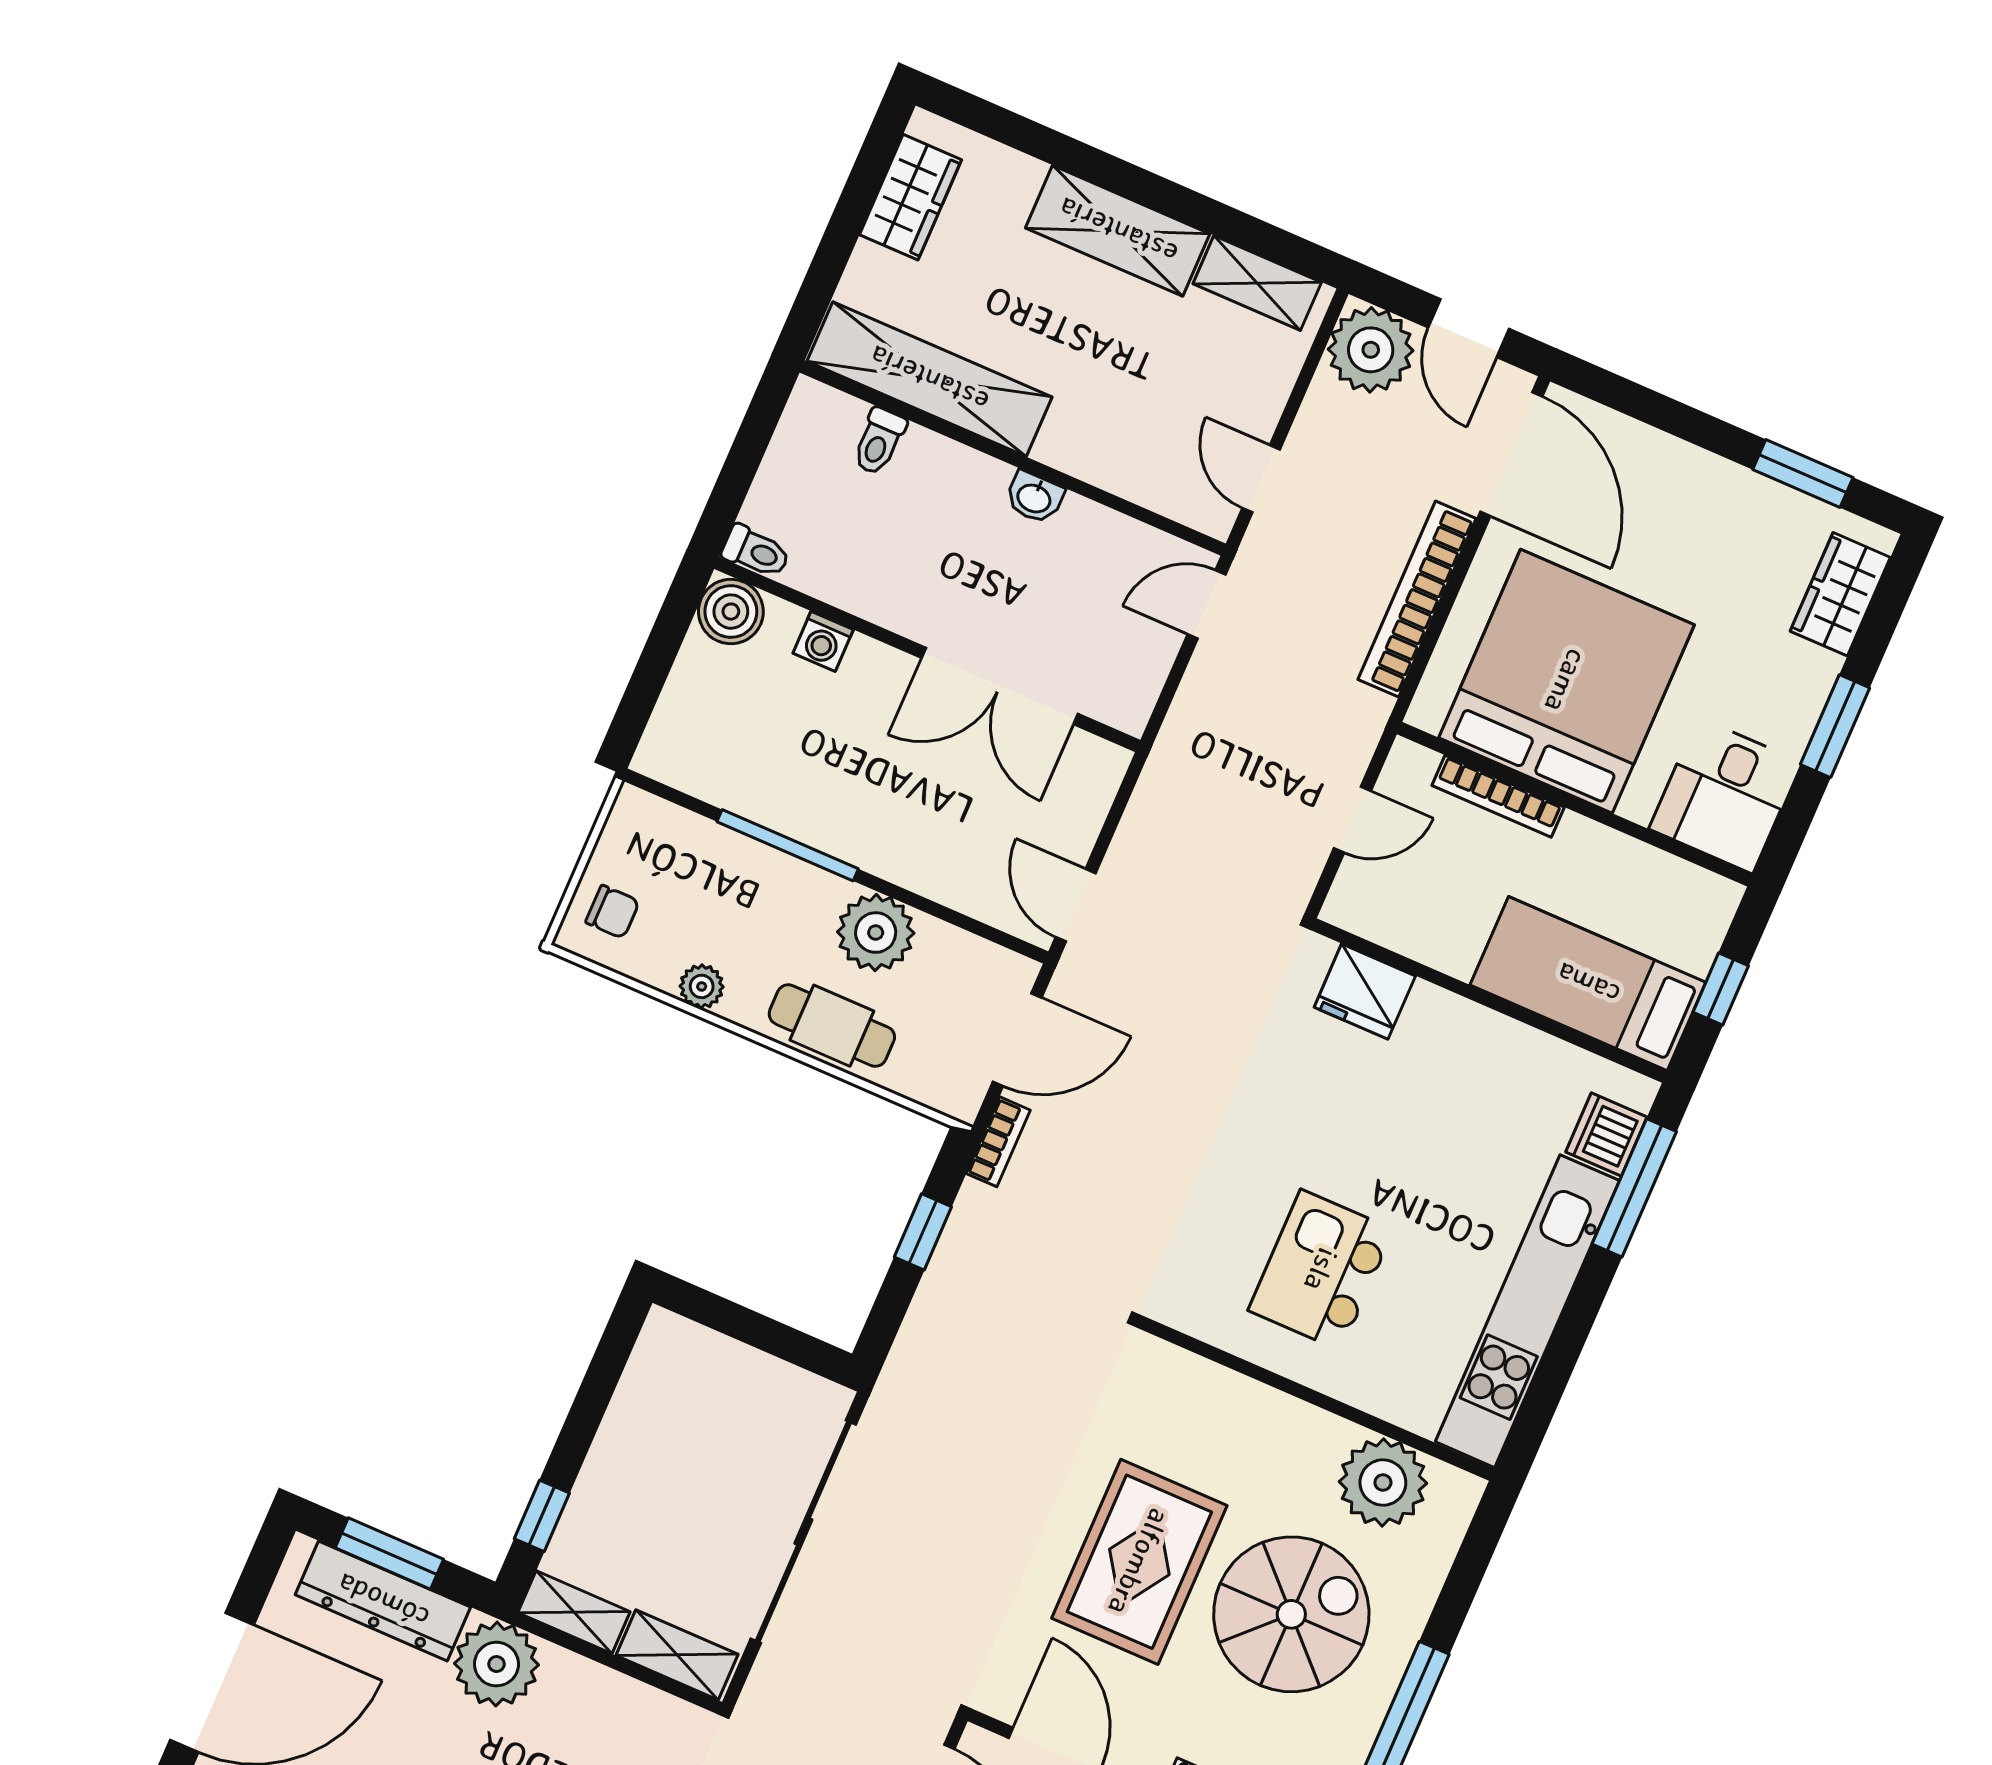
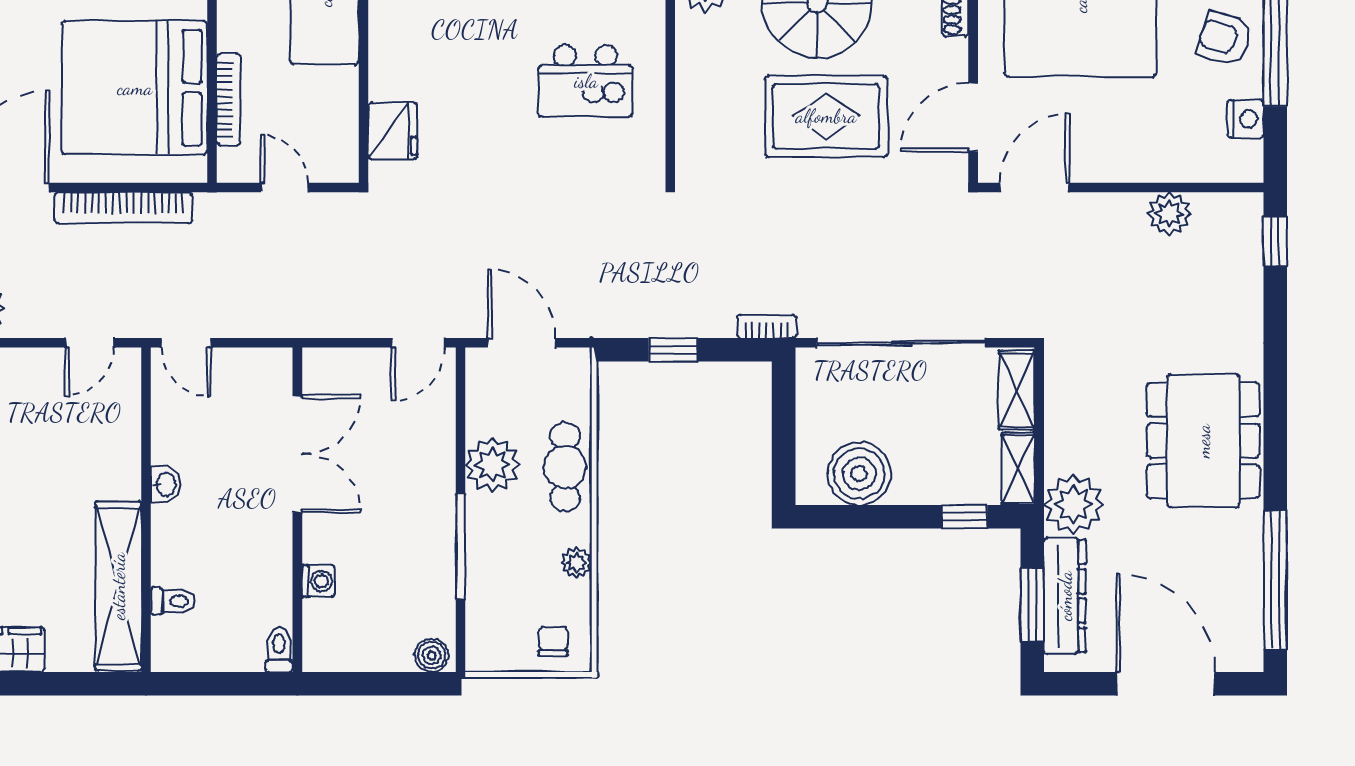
boiler: (731, 612) -> (432, 655), moved, width x0.73, depth x0.73
bookcase: (998, 1142) -> (767, 326), moved
boiler: (657, 1403) -> (859, 474), added

